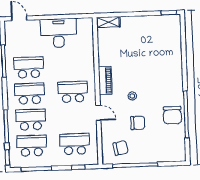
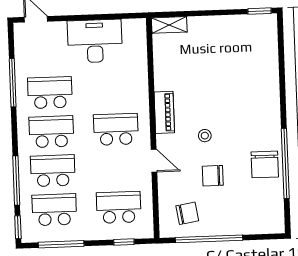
chair: (138, 123) -> (213, 176), turned 180

